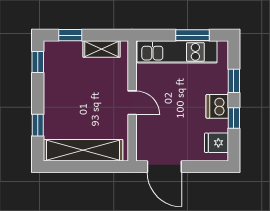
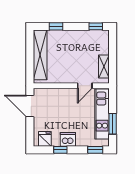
window: (70, 35) -> (113, 47), removed
window: (234, 81) -> (95, 150), moved
door: (132, 103) -> (85, 86), moved
door: (164, 167) -> (30, 106), hinge flipped

